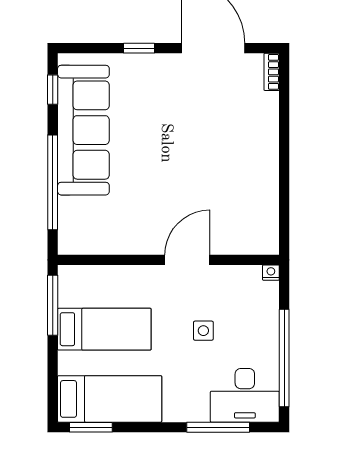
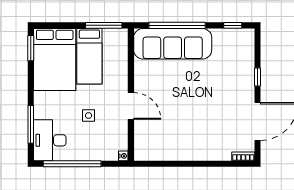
sofa: (83, 130) -> (173, 44), moved
bed: (110, 399) -> (55, 59), width x1.50

